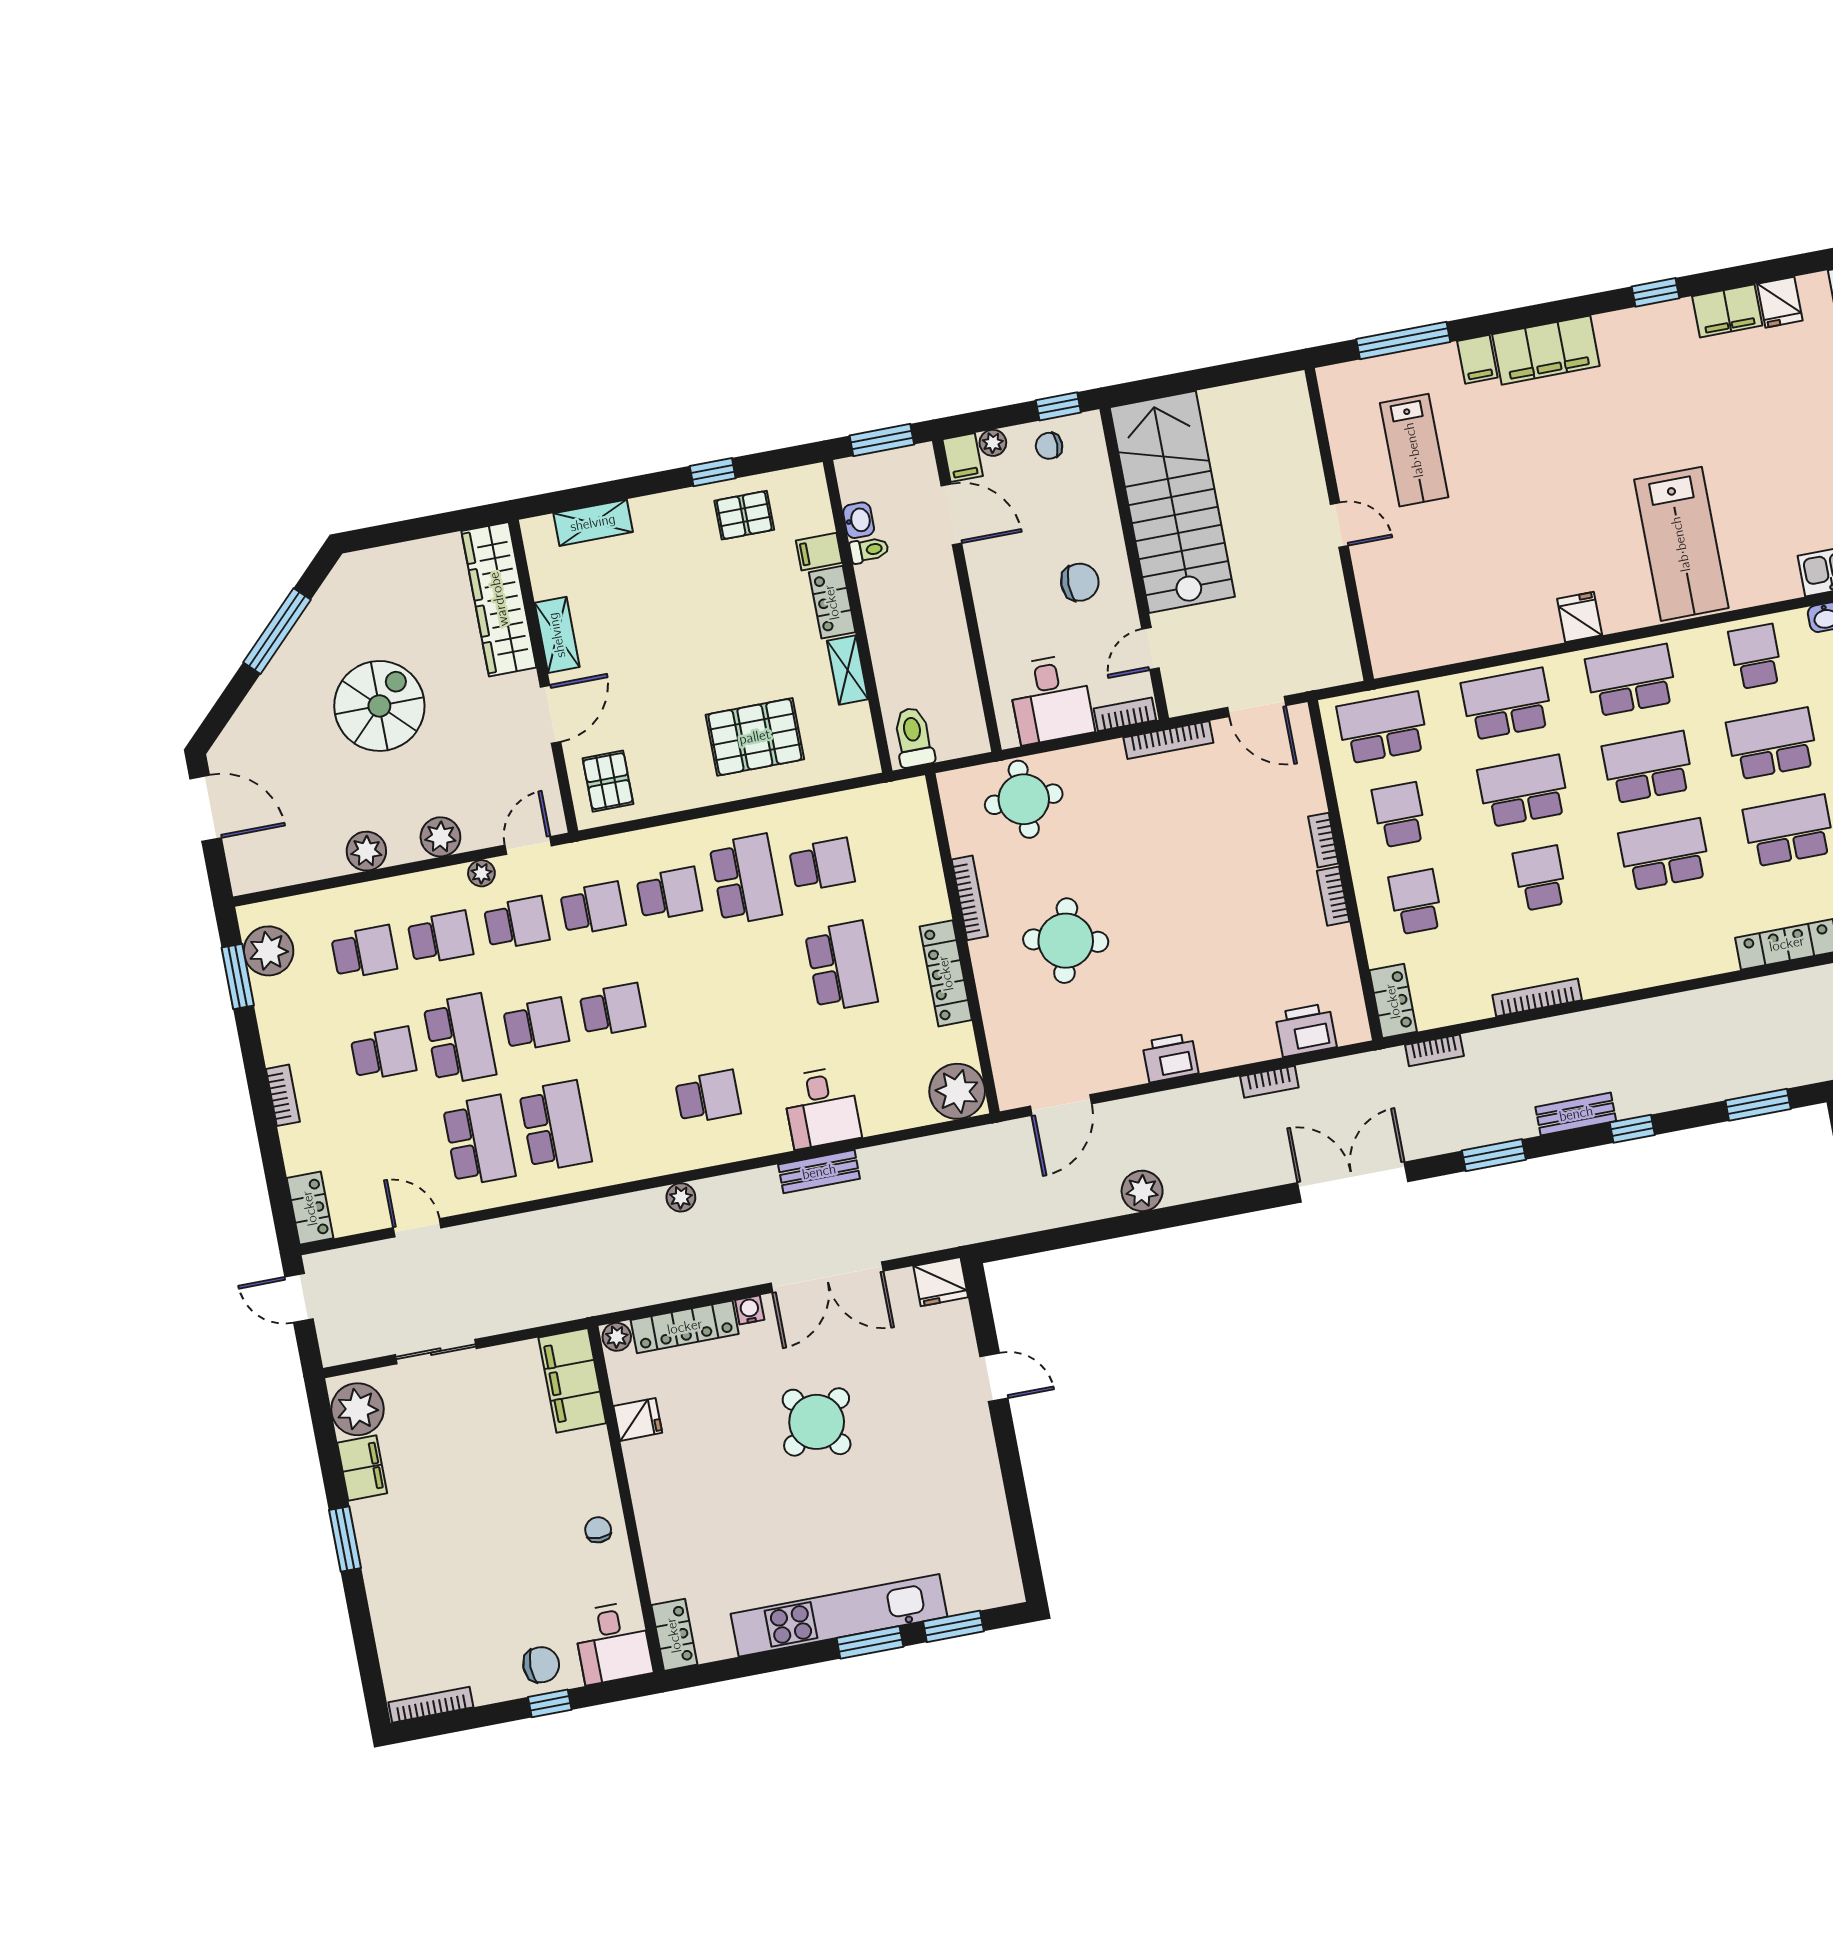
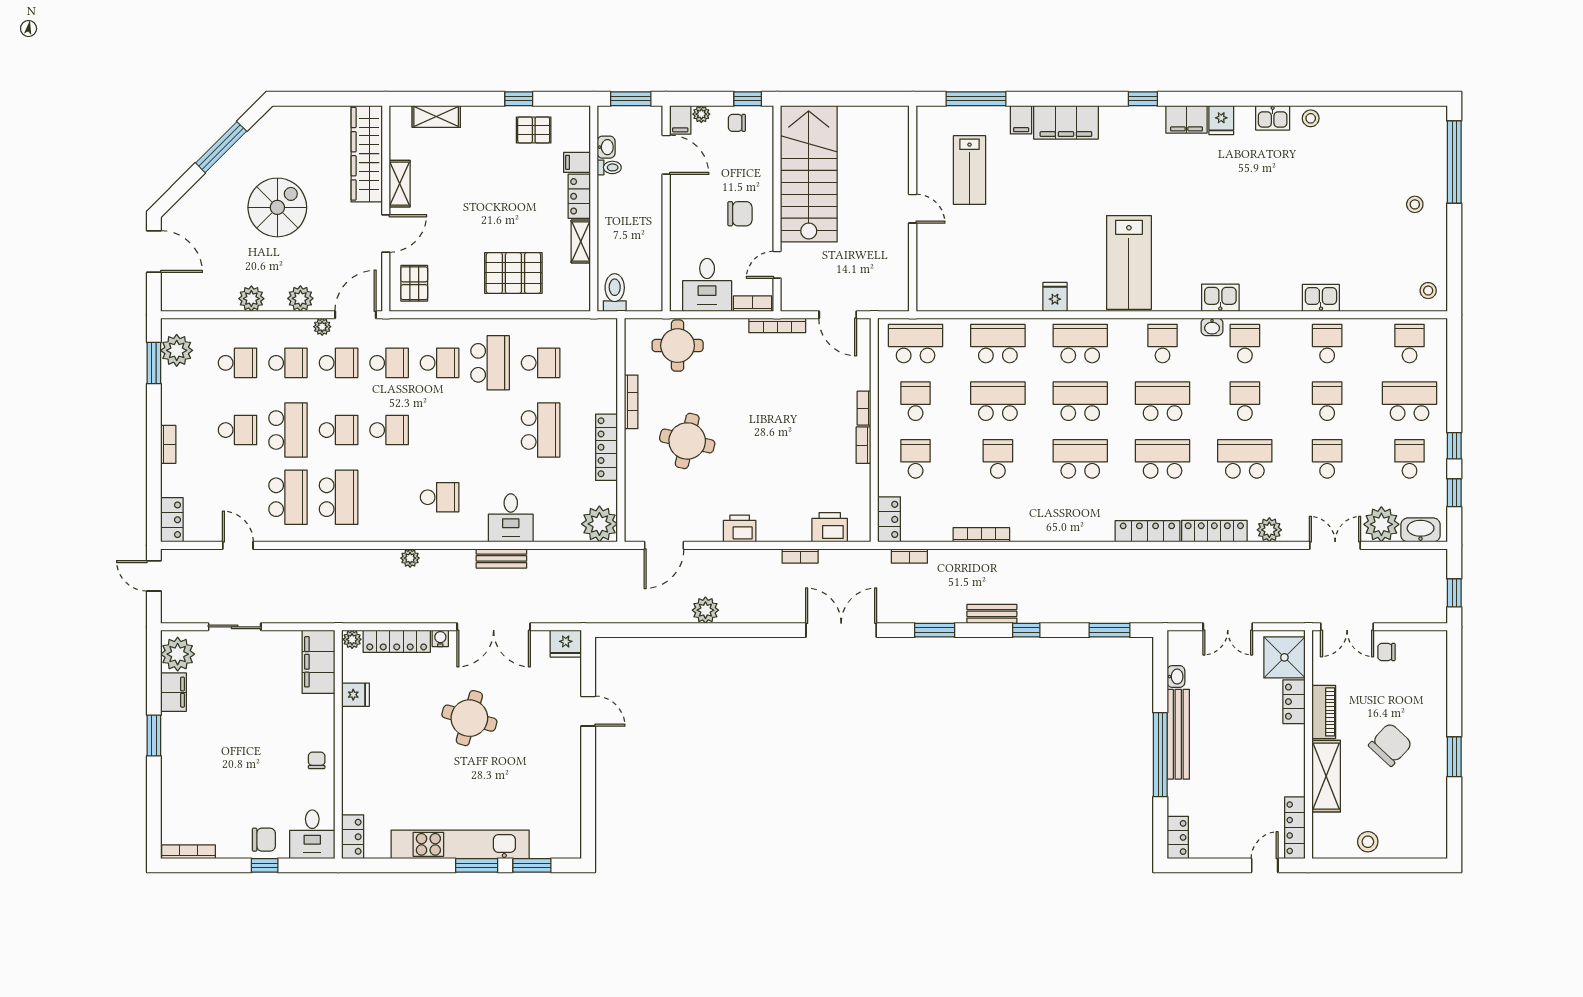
door: (528, 845) -> (355, 315), width x1.38
round table: (817, 1422) -> (469, 718), turned -38

